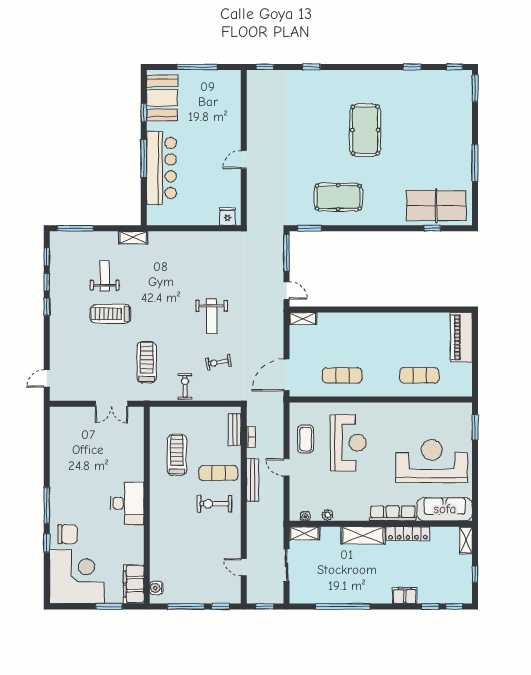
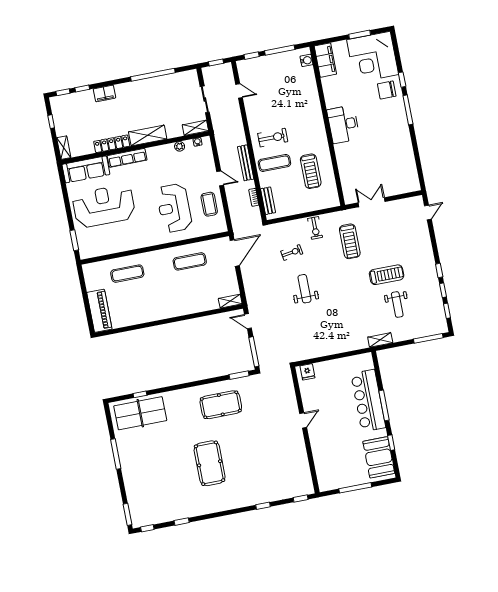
reception desk: (432, 461) -> (104, 206), turned 180
window: (109, 606) -> (360, 35), moved

